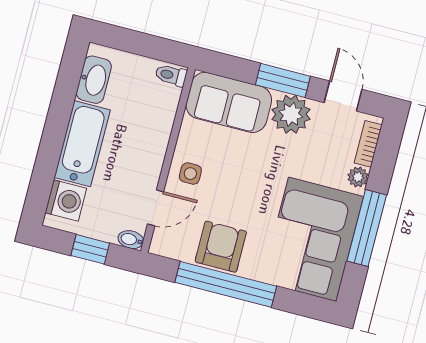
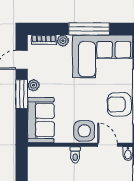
toilet: (171, 75) -> (75, 155), moved
plant: (291, 114) -> (34, 85), width x0.53, depth x0.53
side table: (190, 174) -> (84, 131), width x1.87, depth x1.87

